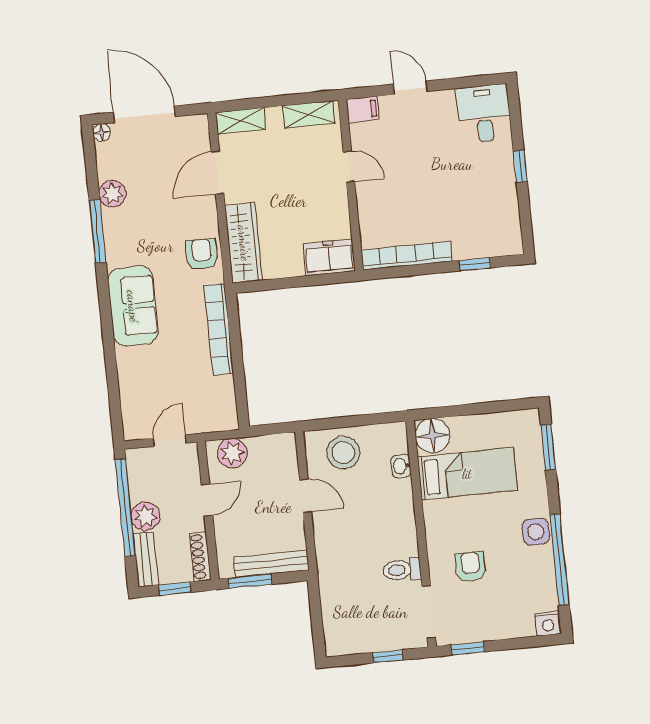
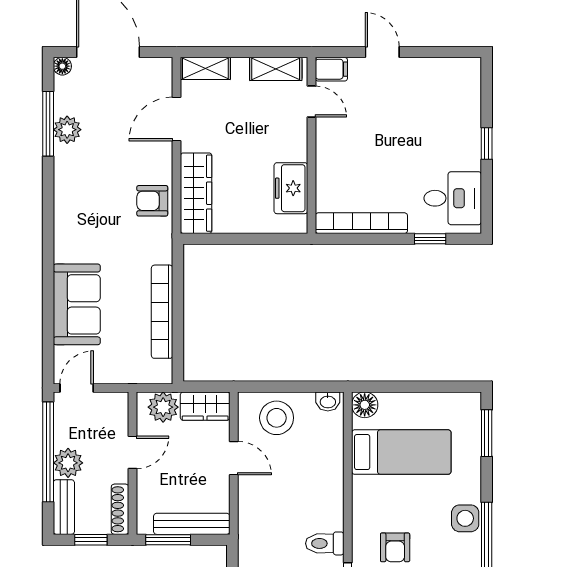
desk: (484, 114) -> (453, 198), moved, turned 90
door: (349, 166) -> (311, 102), moved
window: (98, 231) -> (48, 124), moved
armchair: (202, 254) -> (152, 201), turned -90
freezer: (329, 257) -> (291, 188), moved, turned -90
sofa: (133, 306) -> (77, 304), moved
bookcase: (219, 329) -> (162, 312), moved
floor lamp: (433, 436) -> (365, 405), width x0.73, depth x0.73
door: (170, 441) -> (77, 388), moved
wardrobe: (273, 448) -> (205, 406), added
washbasin: (401, 466) -> (328, 401), moved, turned -90
armchair: (471, 567) -> (395, 547), turned 180

